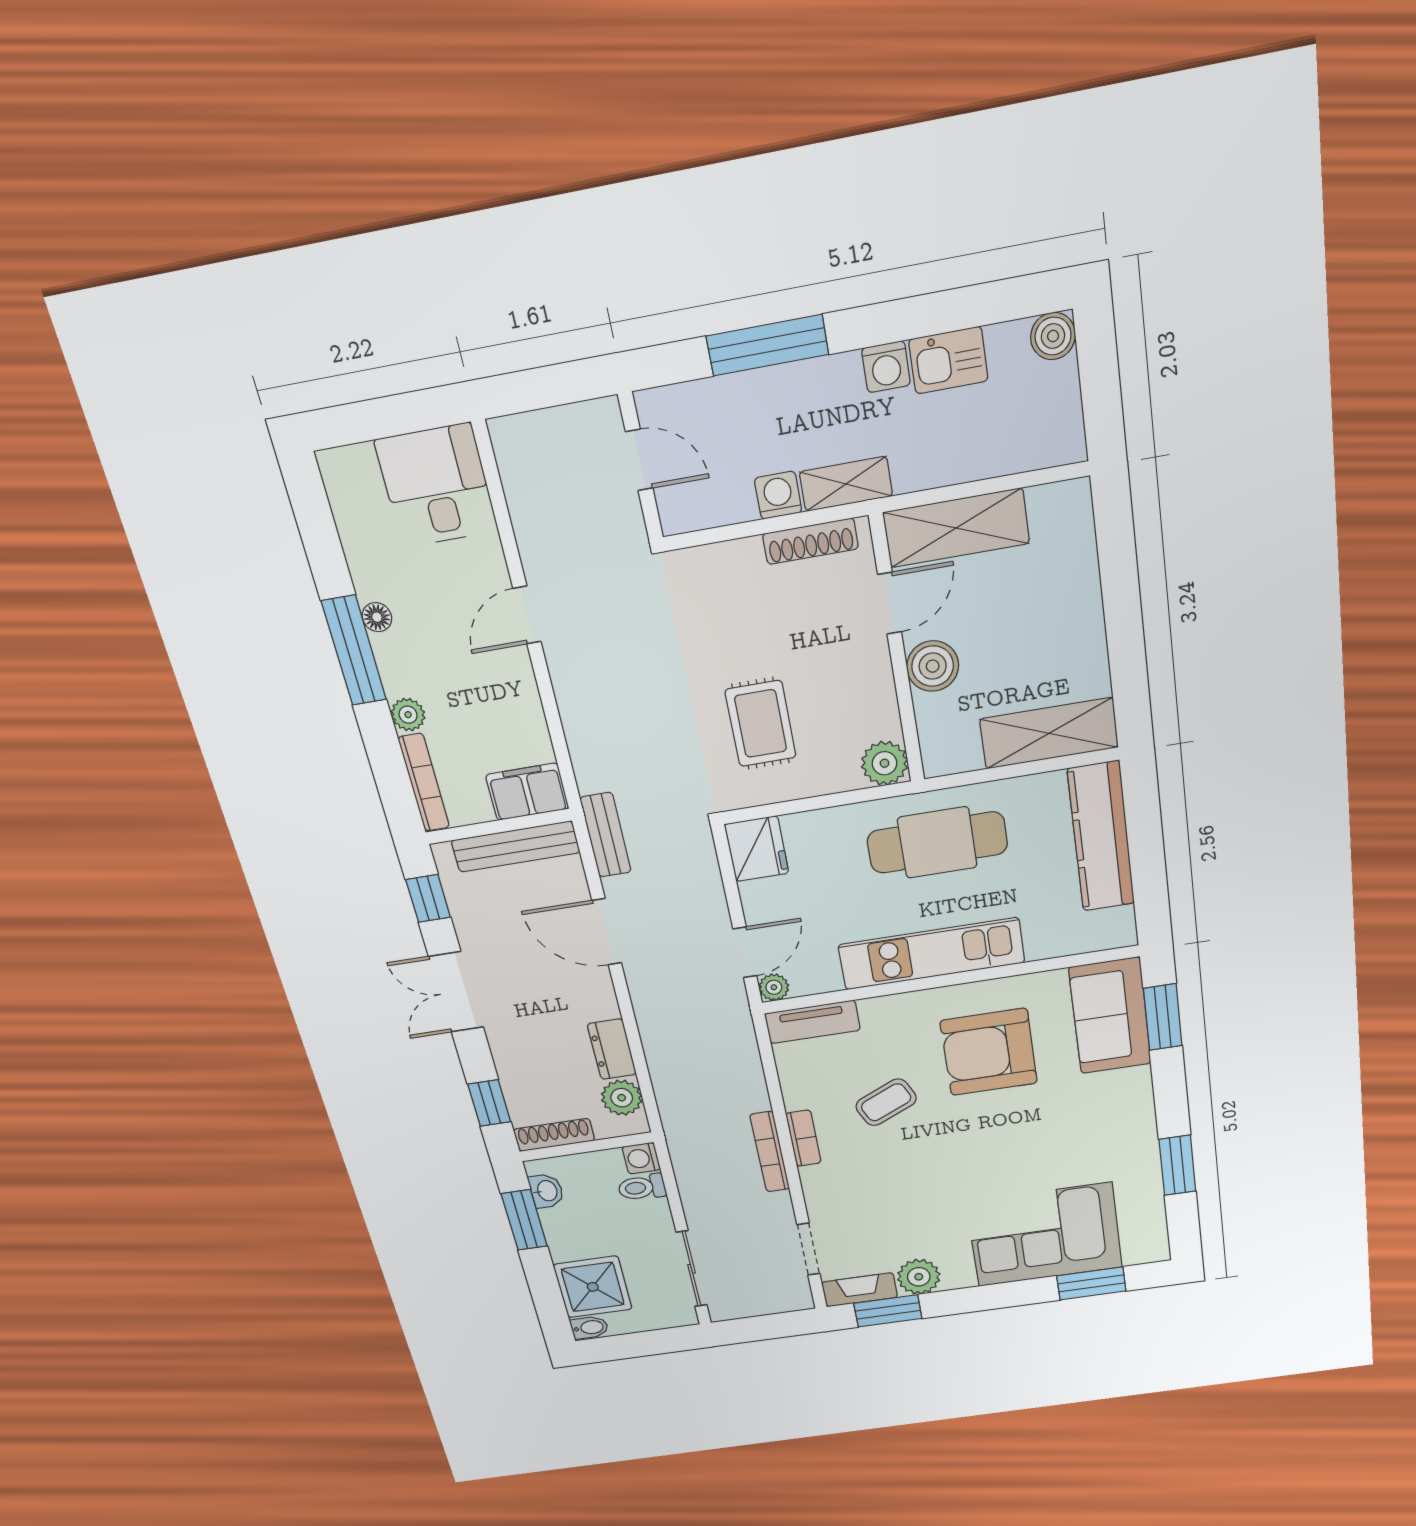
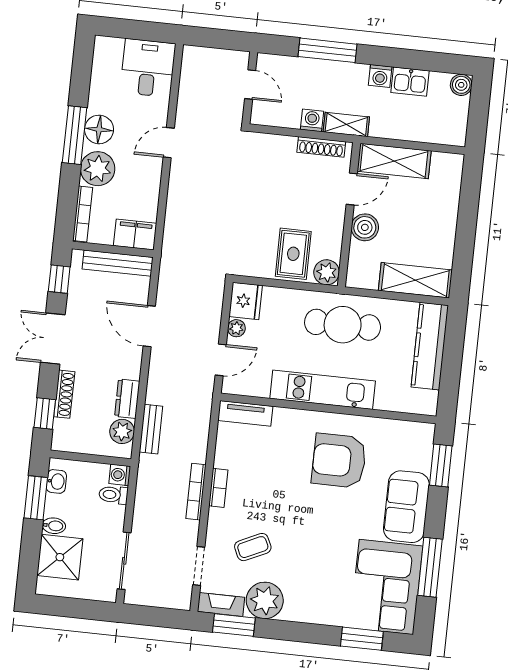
floor lamp: (377, 617) -> (99, 129), width x1.89, depth x1.89
plant: (408, 715) -> (98, 169), width x1.88, depth x1.88
rug: (761, 724) -> (293, 254), moved
bench: (606, 835) -> (151, 429), moved
plant: (774, 987) -> (236, 328), moved
sofa: (1110, 1016) -> (406, 507), moved
coffee table: (886, 1102) -> (253, 547), moved
shoe rack: (554, 1135) -> (64, 394), moved, turned 90
window: (1177, 1165) -> (430, 567), width x1.44
corner sofa: (1045, 1235) -> (386, 587), moved, turned -90
plant: (919, 1277) -> (265, 600), width x1.36, depth x1.36
bidet: (590, 1328) -> (54, 526), moved

